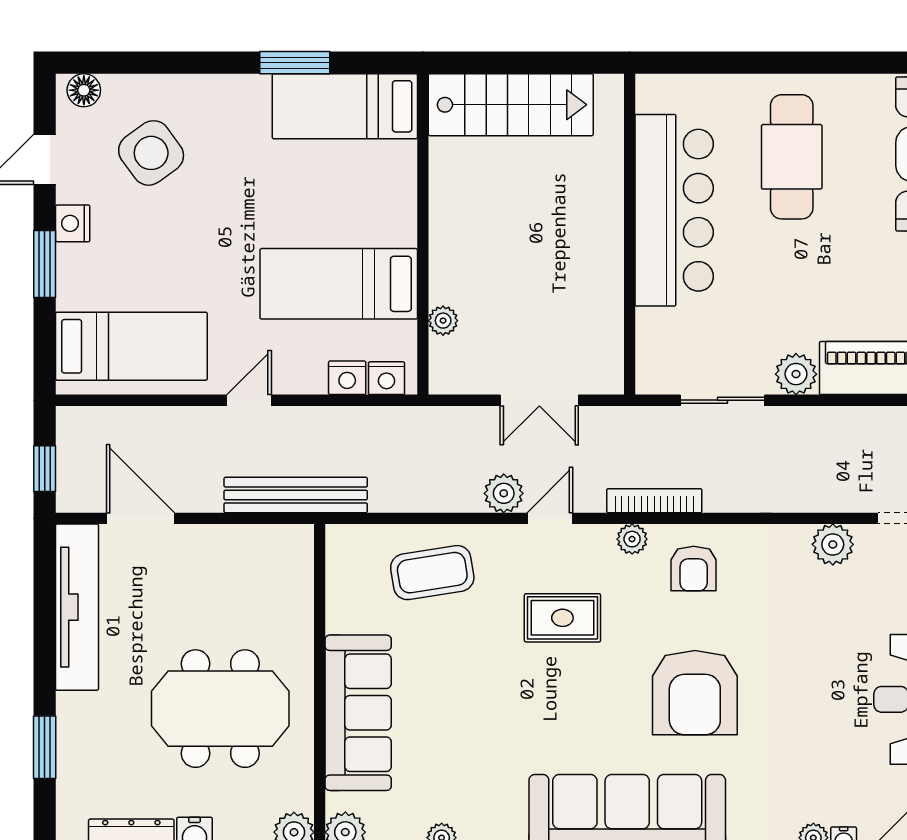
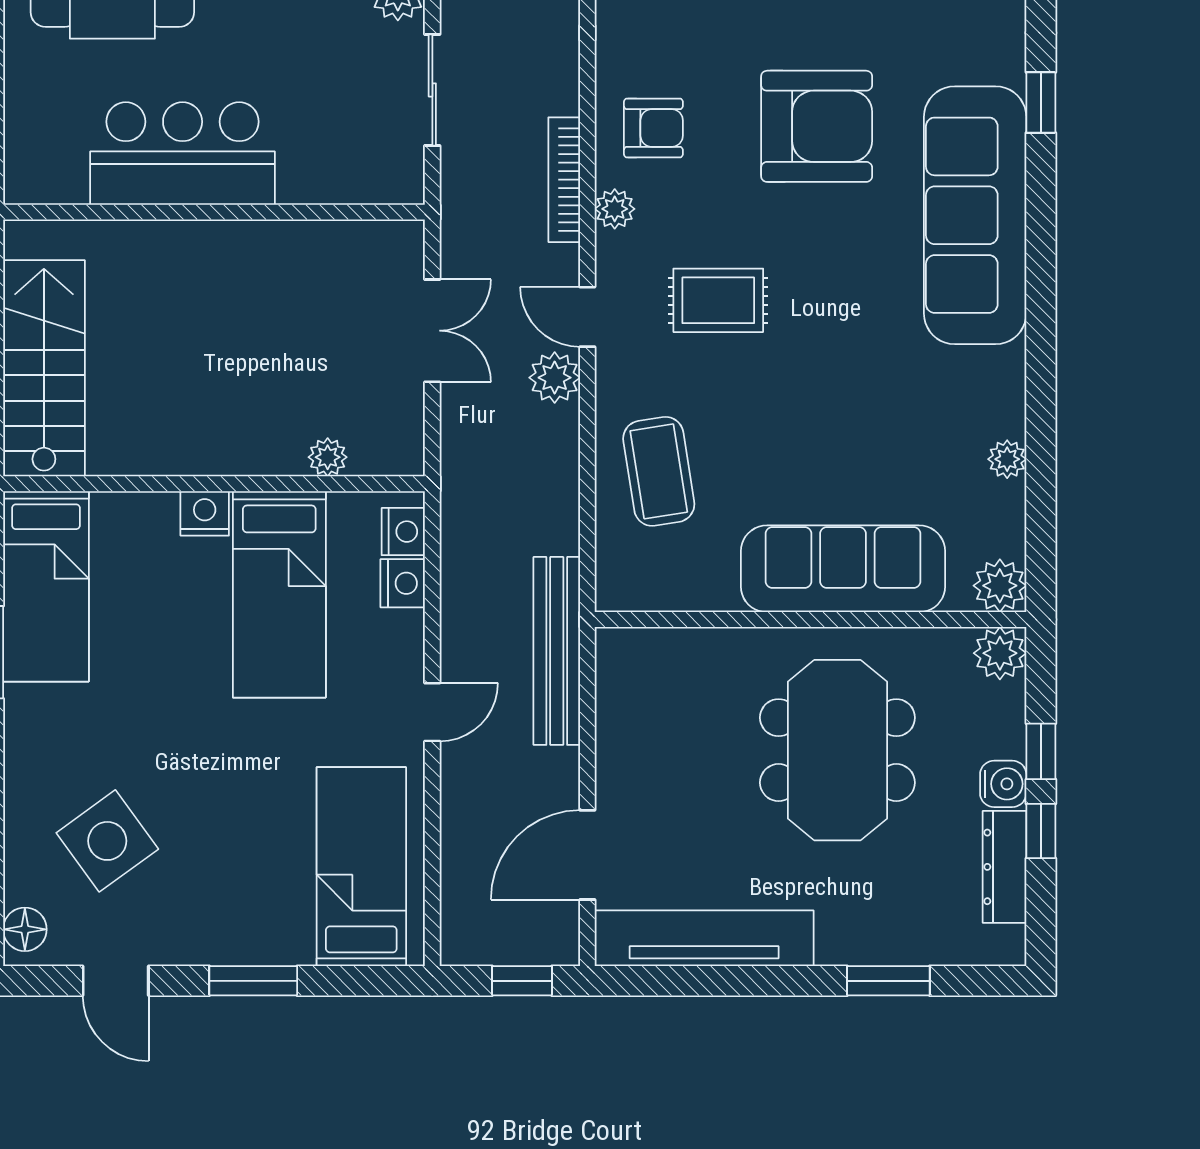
bar counter: (674, 210) -> (183, 154), width x0.73
nightstand: (73, 223) -> (205, 513), moved, turned 180
door: (249, 400) -> (432, 712), swing flipped
rug: (562, 618) -> (718, 300), turned 90

